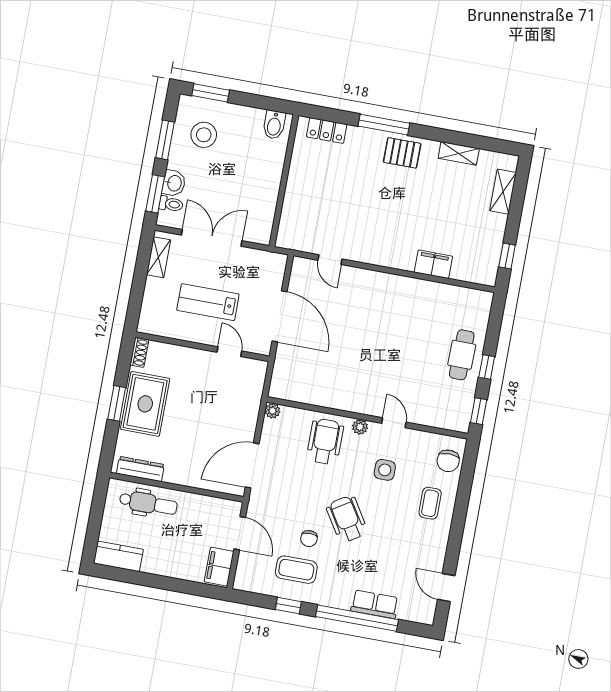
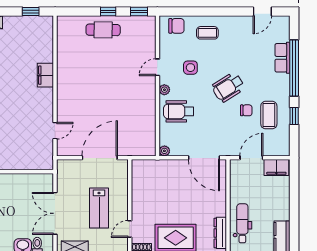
filing cabinet: (433, 264) -> (45, 75), moved
door: (229, 352) -> (130, 229), moved

